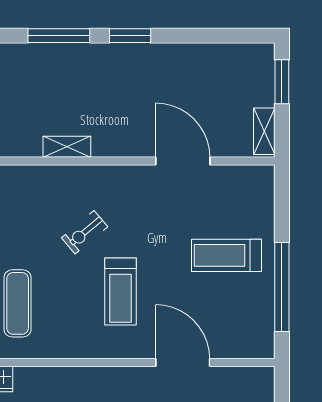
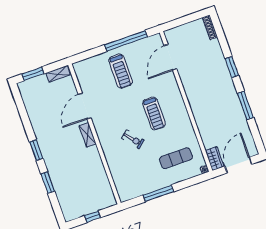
window: (59, 36) -> (48, 183), width x0.69
shelving: (67, 147) -> (88, 135), moved
treadmill: (120, 291) -> (154, 113), turned 90
door: (183, 363) -> (170, 57), moved

